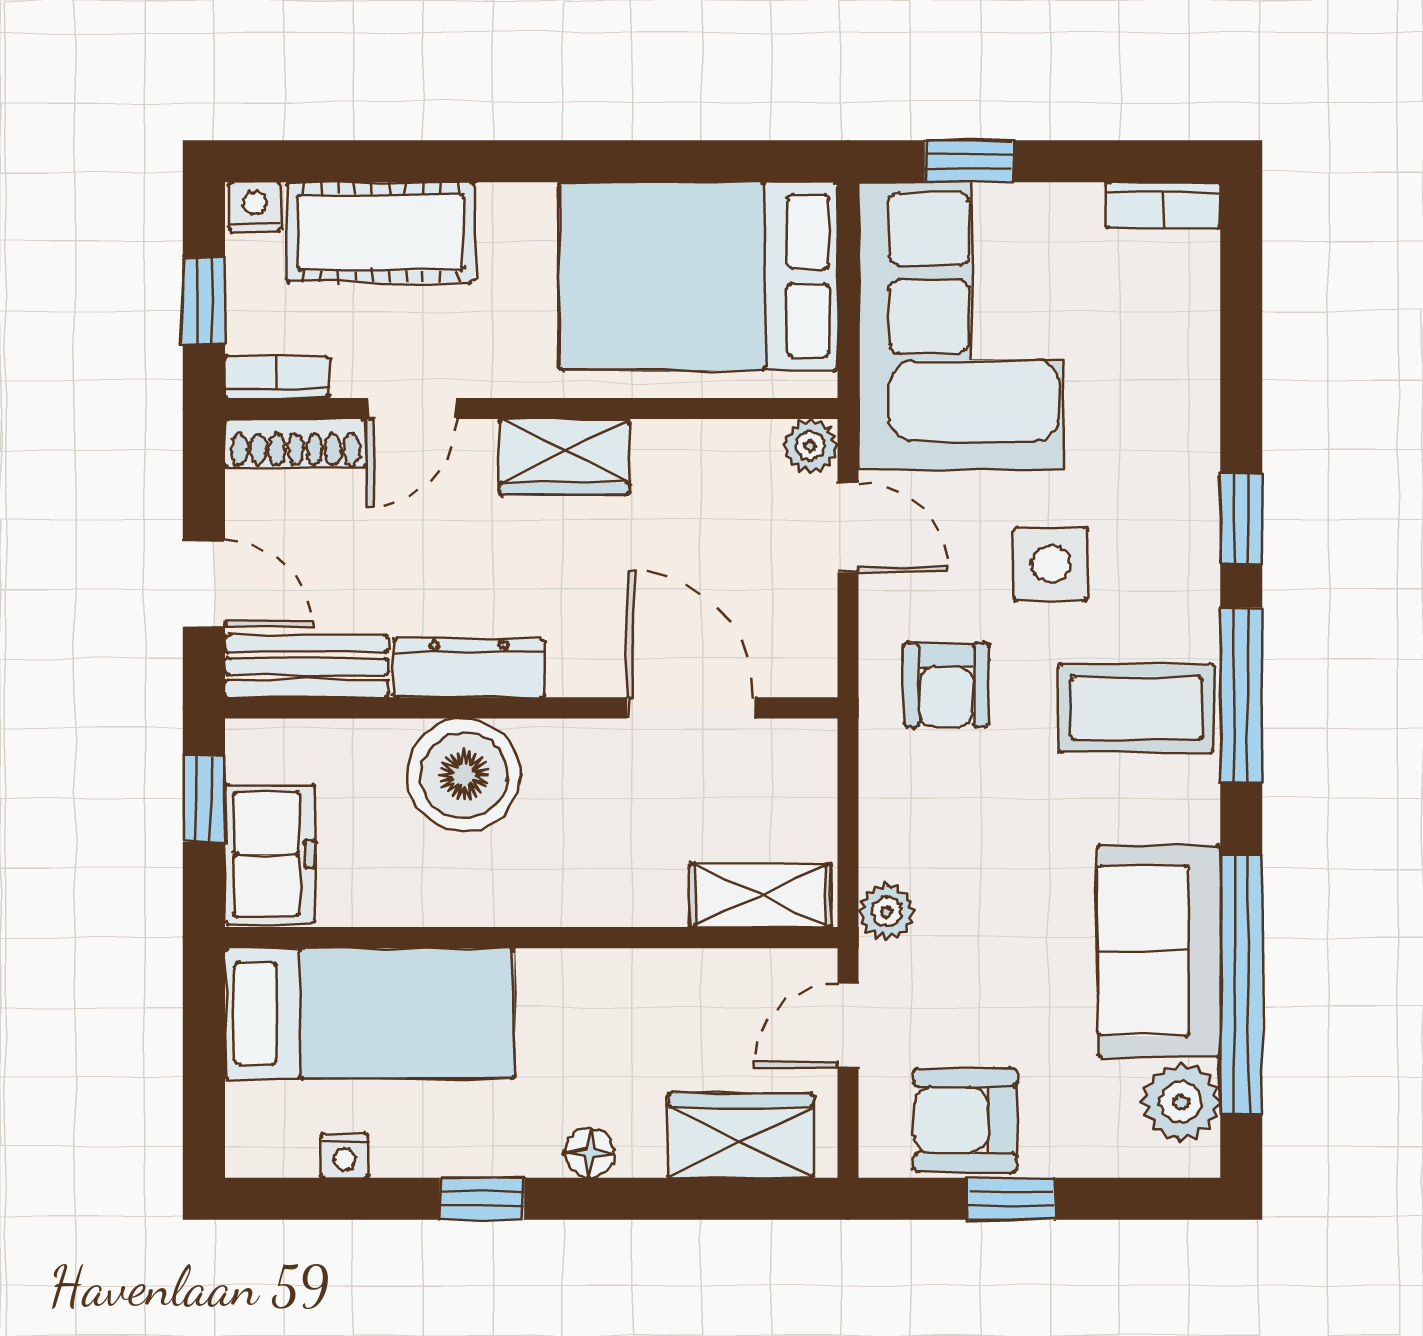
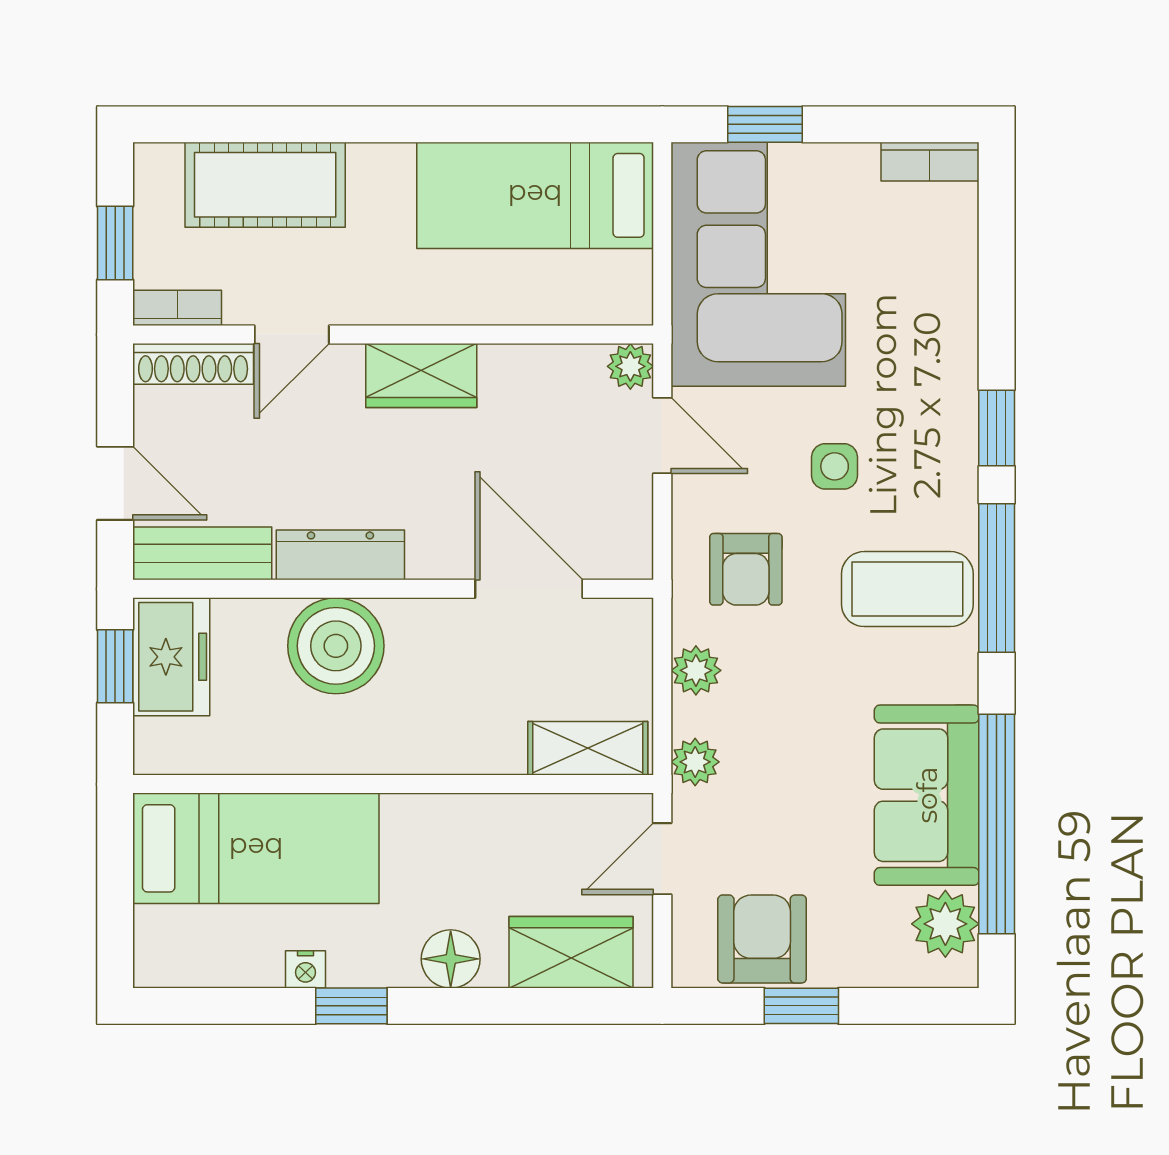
nightstand: (255, 207) -> (158, 163), removed
bed: (698, 276) -> (535, 195), width x0.67
side table: (1051, 564) -> (835, 466), width x0.73, depth x0.73
plant: (888, 804) -> (696, 670), added
freezer: (270, 854) -> (171, 657), moved
armchair: (965, 1120) -> (762, 939), turned 90
floor lamp: (590, 1153) -> (451, 959), width x1.37, depth x1.37
nightstand: (345, 1156) -> (305, 969), moved

